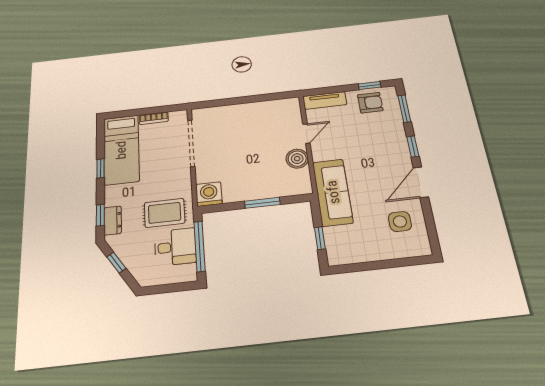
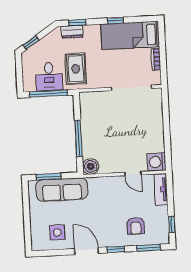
armchair: (370, 103) -> (136, 226), moved
boiler: (297, 159) -> (91, 166), moved
sofa: (333, 192) -> (62, 190), moved
washing machine: (209, 194) -> (157, 162), moved, turned 180
window: (262, 203) -> (78, 138), width x1.44
window: (320, 238) -> (49, 177), width x1.50
window: (116, 263) -> (31, 42), moved

